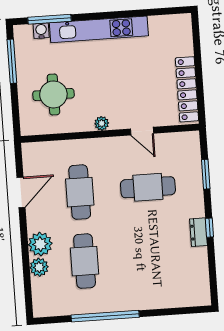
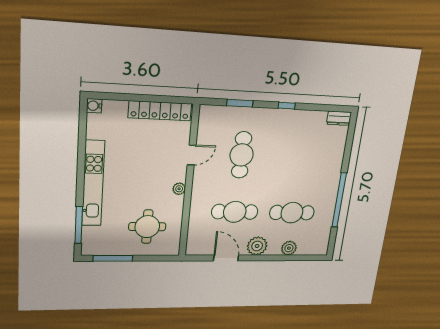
water cooler: (41, 31) -> (94, 106), moved
dresser: (199, 232) -> (339, 118), moved
plant: (40, 244) -> (257, 246), moved

